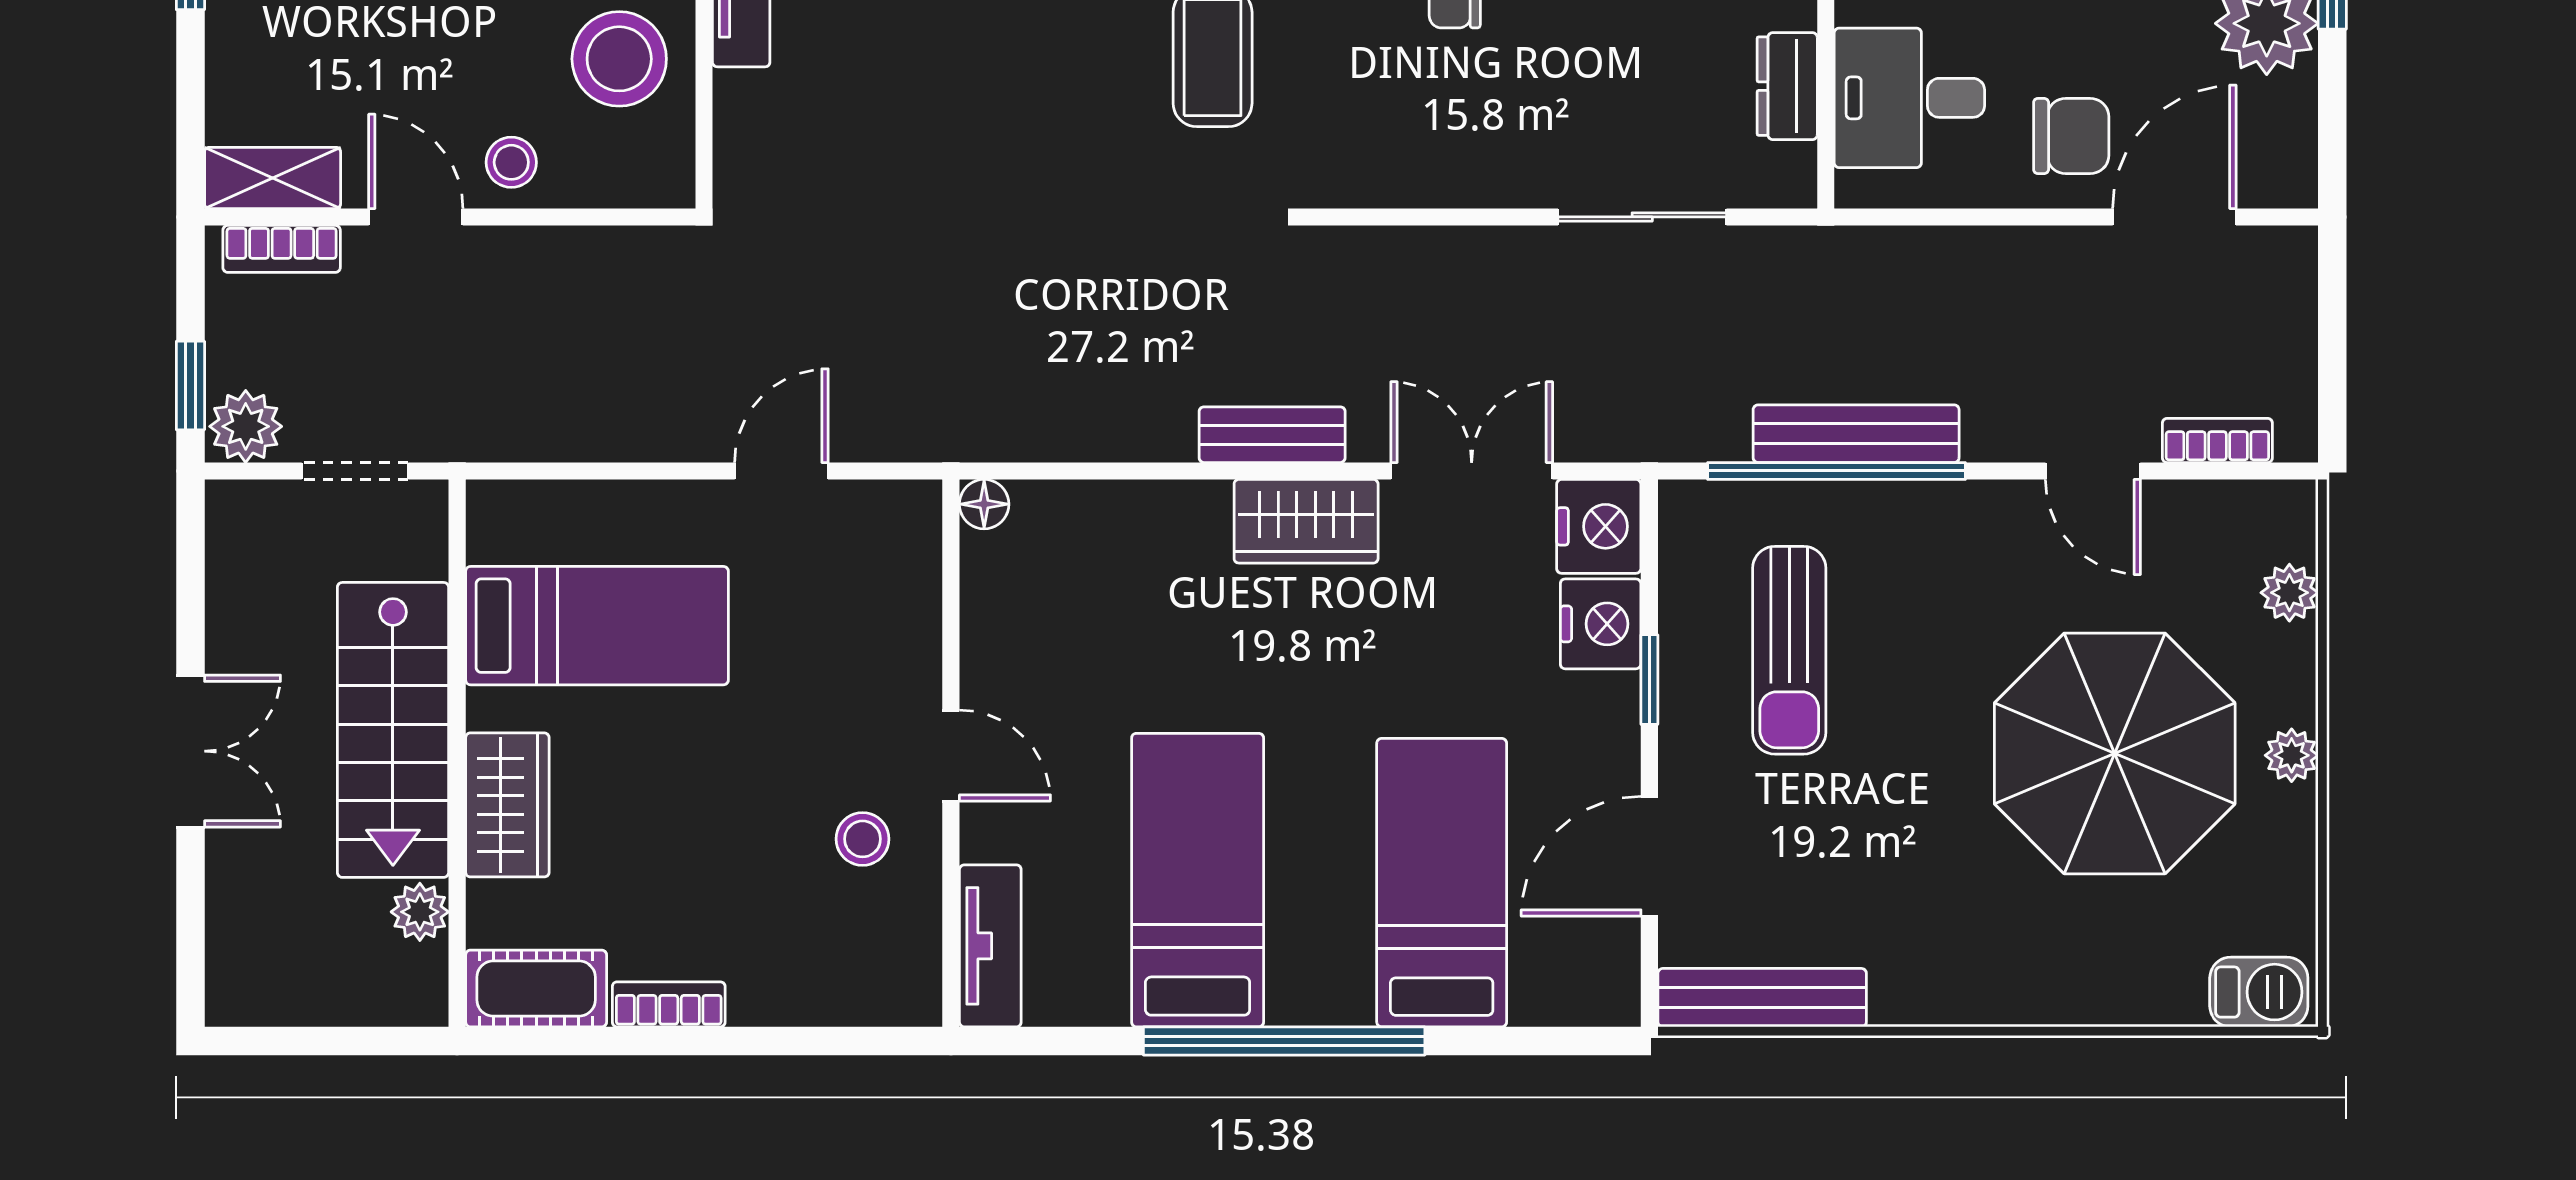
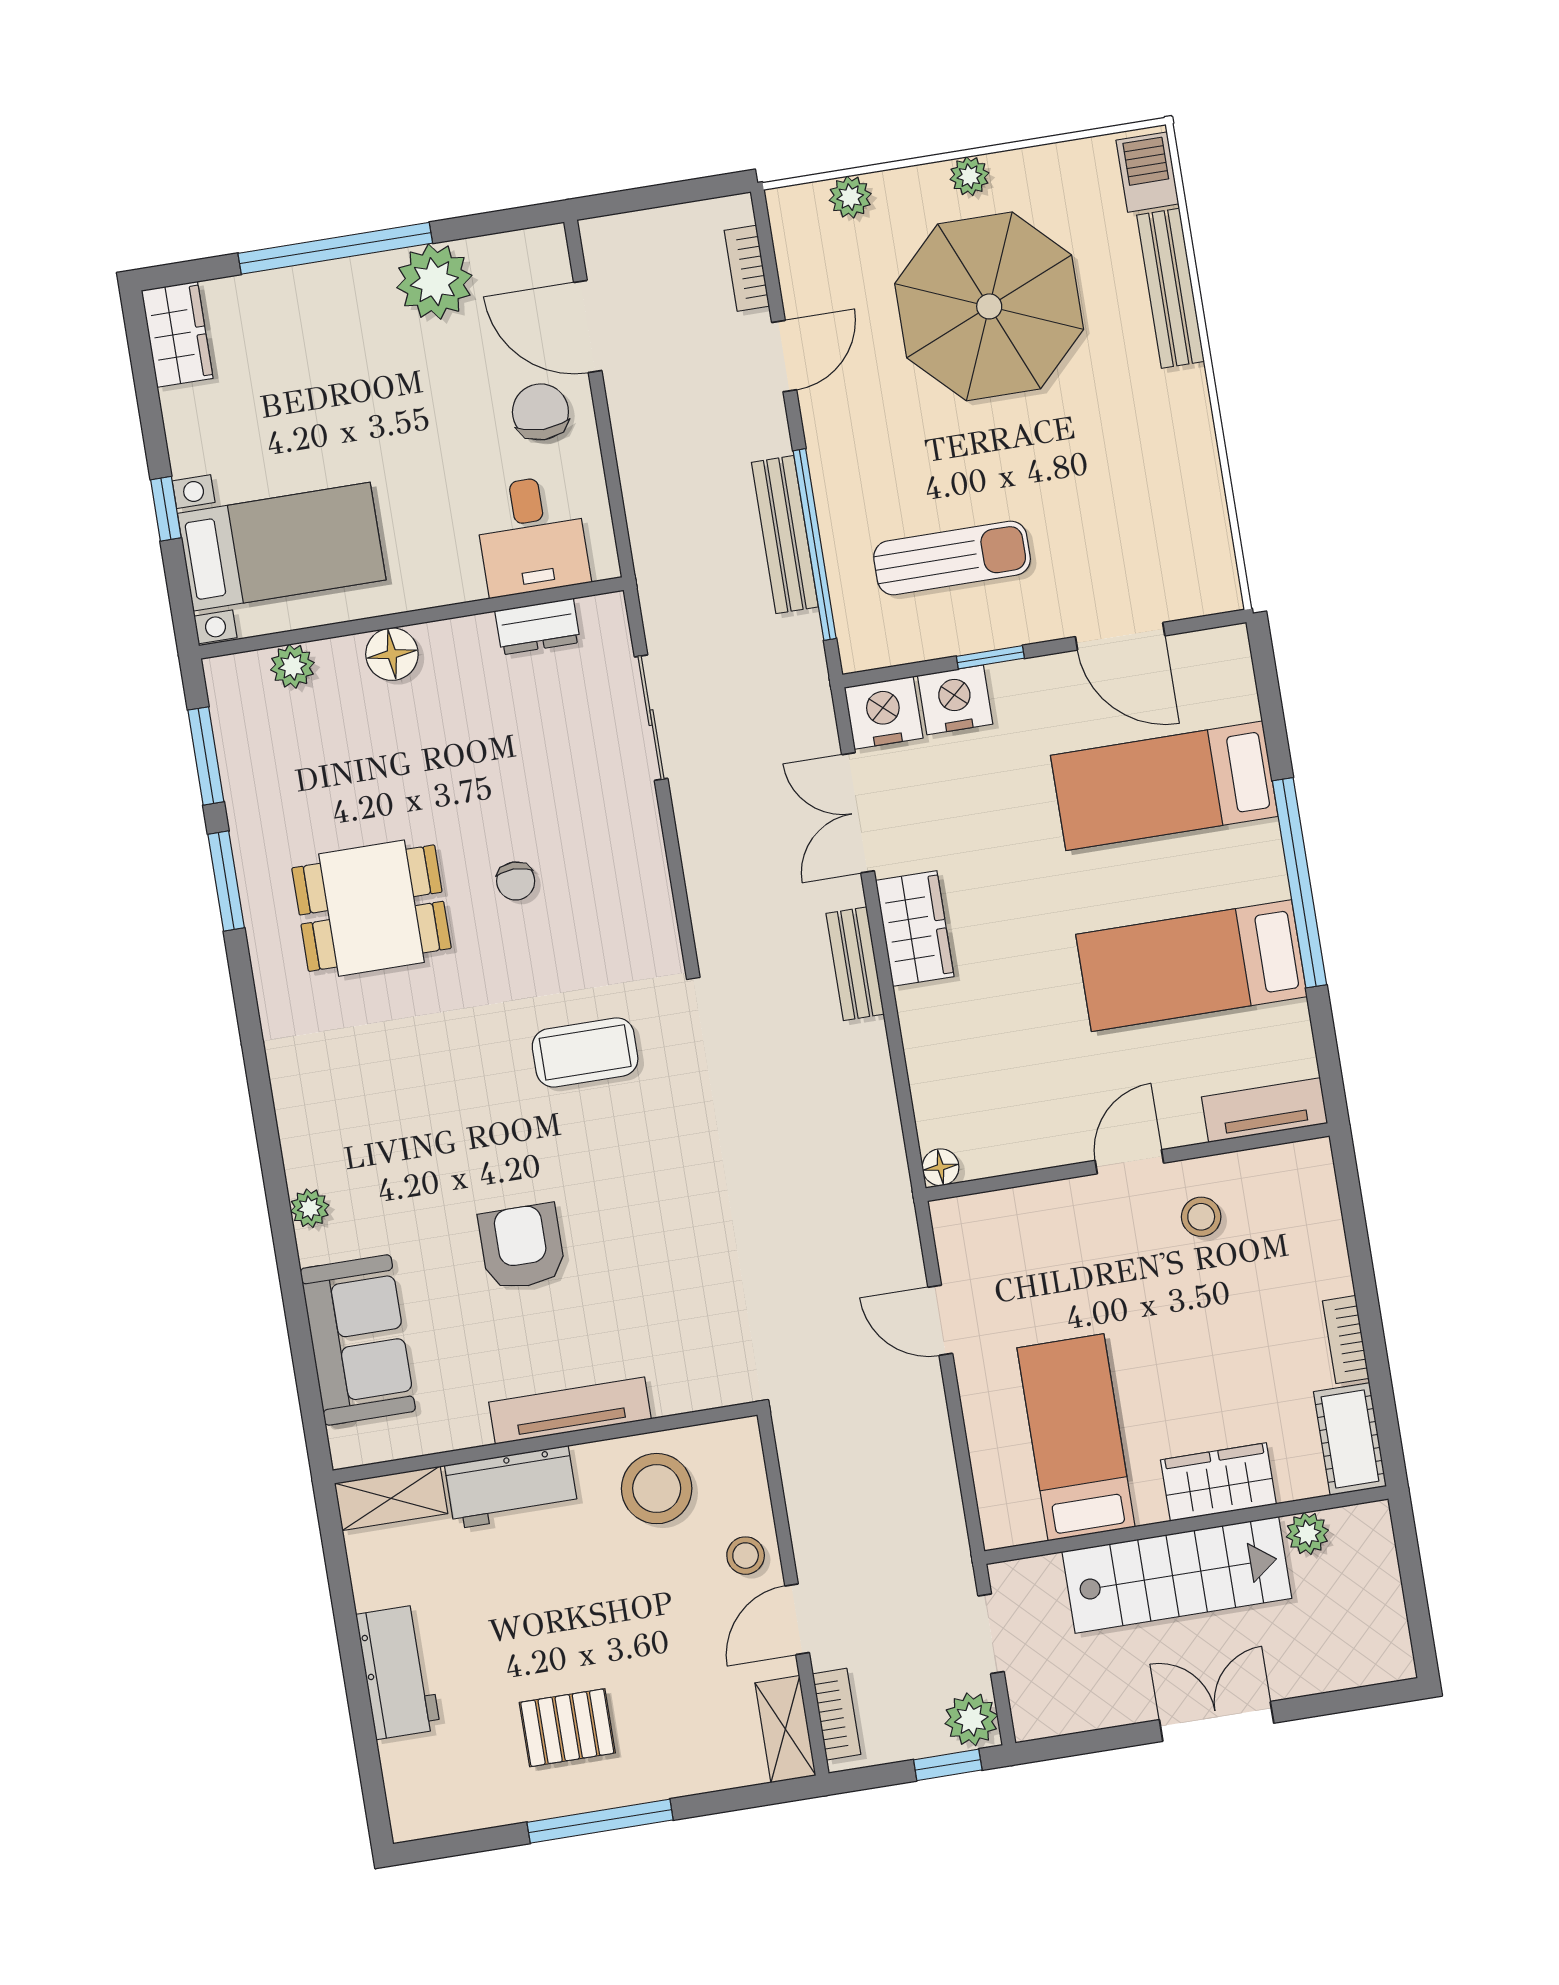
bench: (1762, 998) -> (1171, 288), moved

